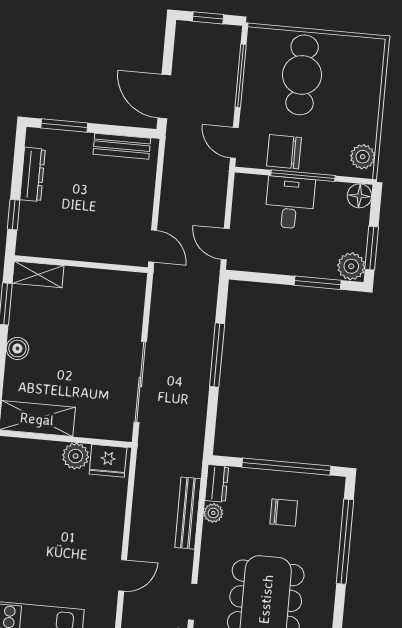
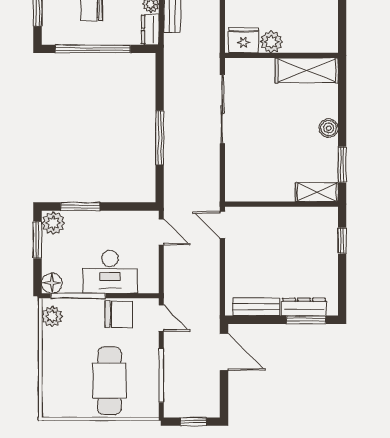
dresser: (33, 174) -> (304, 307), moved, turned 90
window: (303, 176) -> (78, 296), moved
desk: (290, 203) -> (110, 272), width x1.37

